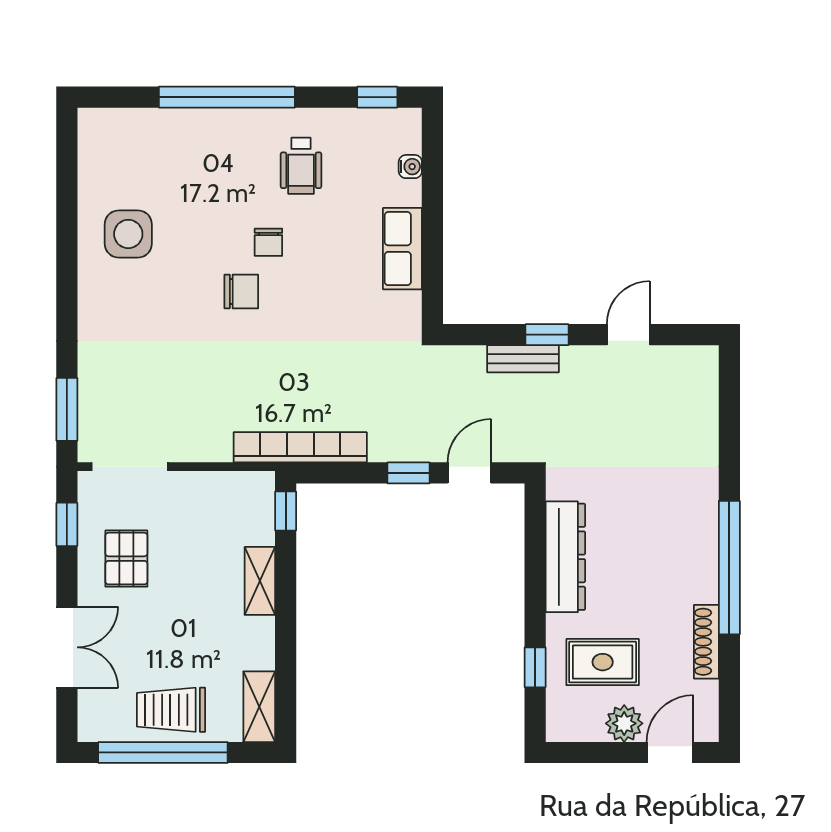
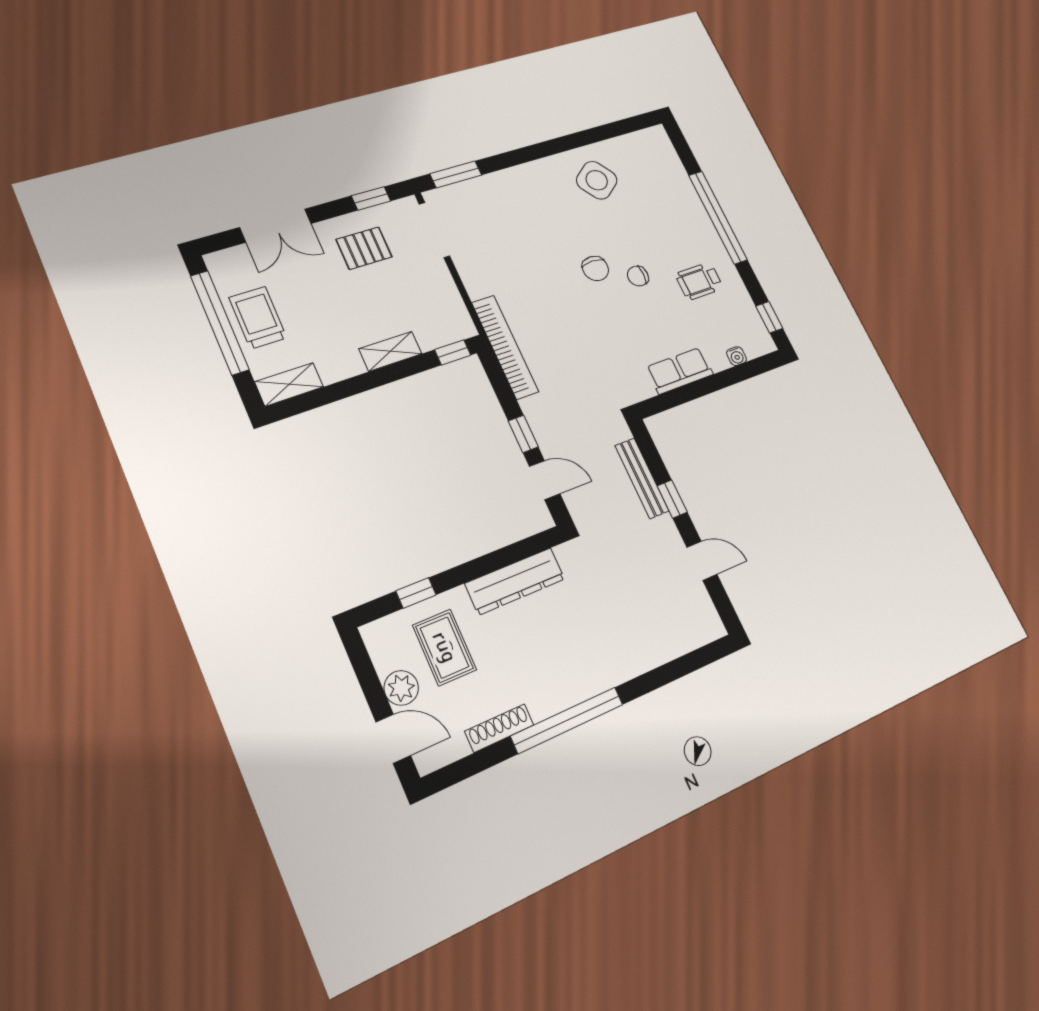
side table: (128, 234) -> (597, 180), turned -36
bench: (523, 359) -> (642, 478), width x1.36

